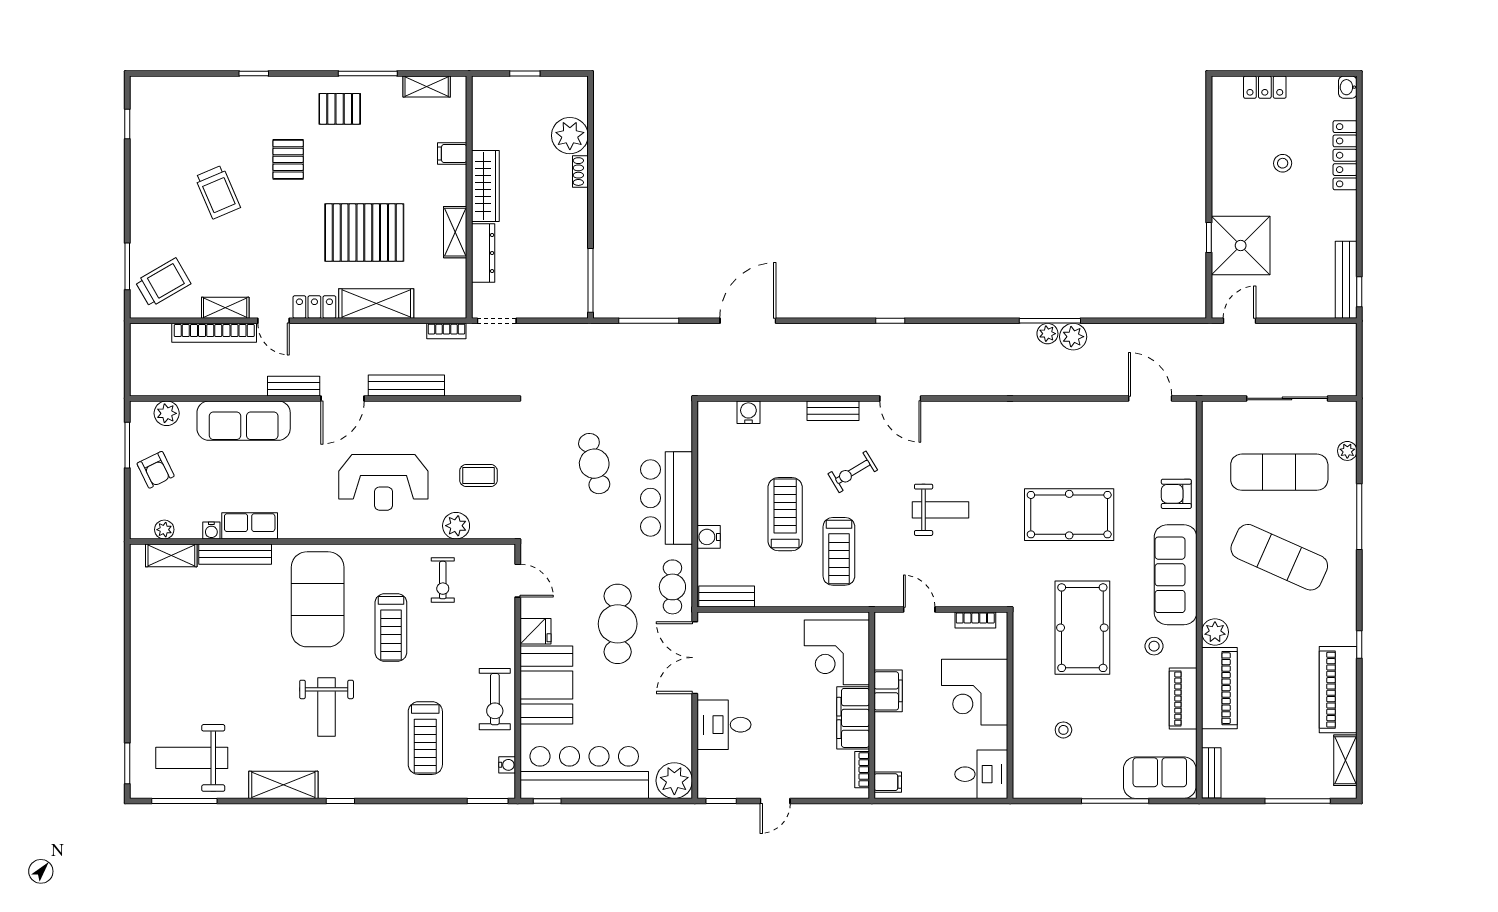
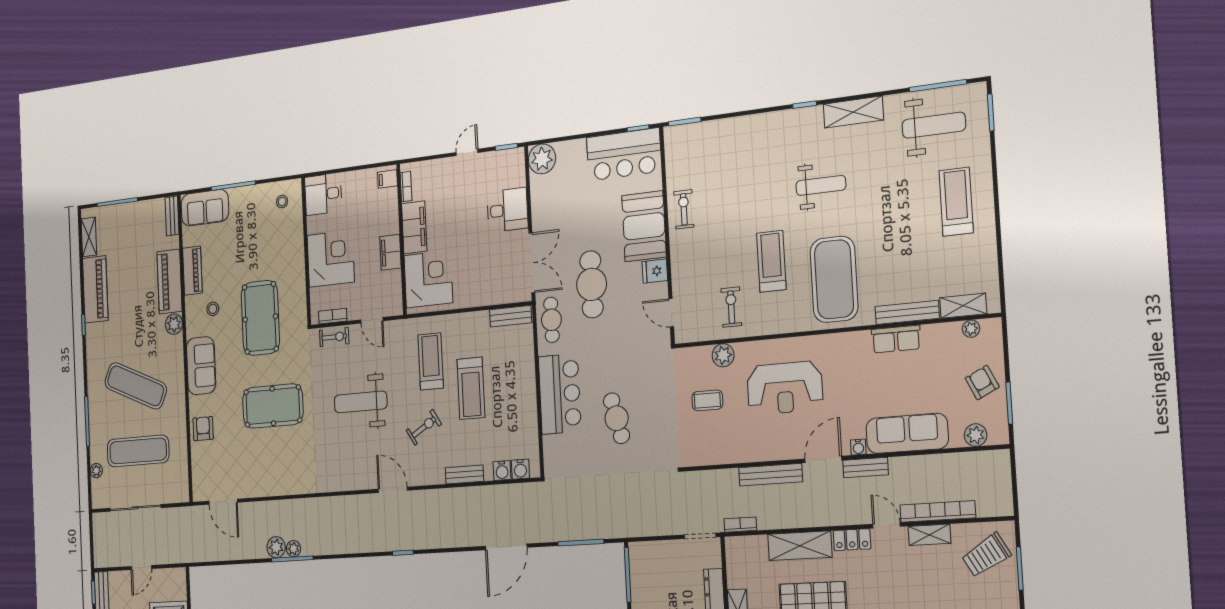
door: (1239, 321) -> (141, 567), moved
bench: (833, 411) -> (464, 475), moved
reception desk: (383, 482) -> (785, 388), turned 180
armchair: (1176, 494) -> (203, 429), turned -90
weight bench: (940, 510) -> (361, 402), width x1.36, depth x1.33
water cooler: (211, 531) -> (858, 447), moved, turned 180
water cooler: (709, 537) -> (520, 469), moved, turned 90
sofa: (1176, 575) -> (201, 366), width x0.73
exercise bike: (975, 594) -> (334, 337), added
exercise bike: (495, 699) -> (684, 209), width x0.73, depth x0.72
weight bench: (327, 707) -> (821, 185), turned 90
stool: (1063, 730) -> (282, 202), moved
treadmill: (425, 738) -> (956, 202), moved
water cooler: (507, 765) -> (671, 155), removed
bar counter: (584, 773) -> (624, 154), width x0.73

